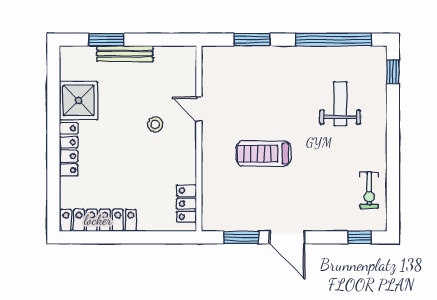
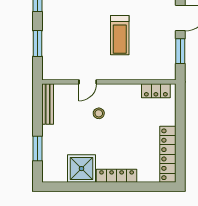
bench: (125, 54) -> (48, 104), moved

